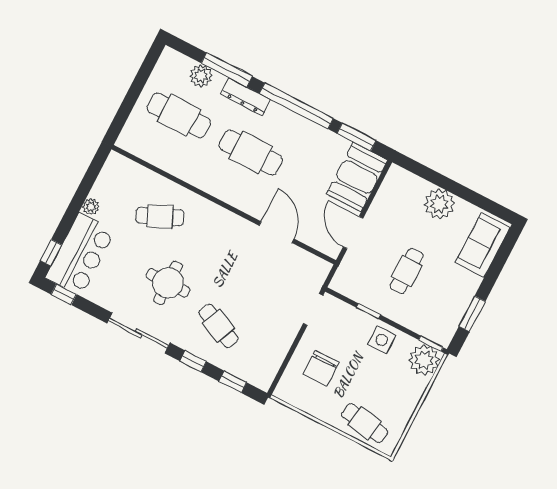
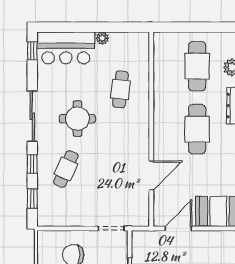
cafe table: (160, 216) -> (120, 89), turned 30
window: (51, 253) -> (56, 27), removed

